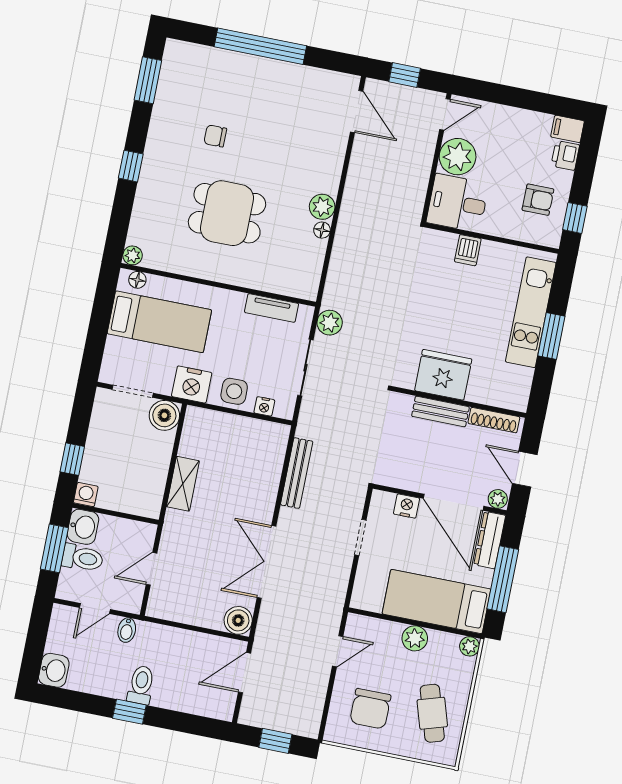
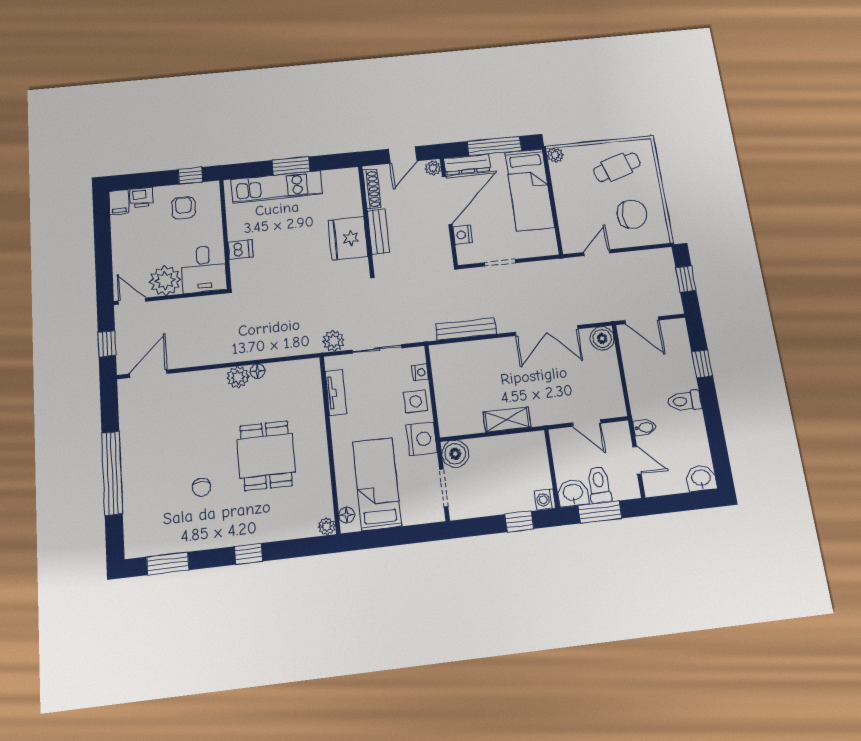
plant: (415, 638) -> (564, 197), removed
door: (338, 651) -> (597, 253), hinge flipped
window: (129, 712) -> (702, 364), moved

